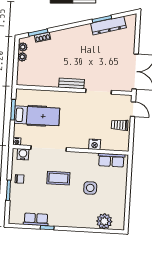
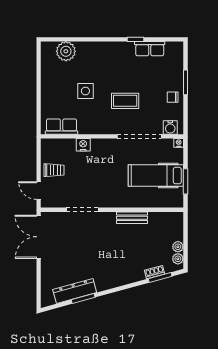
bench: (72, 83) -> (132, 218), moved

